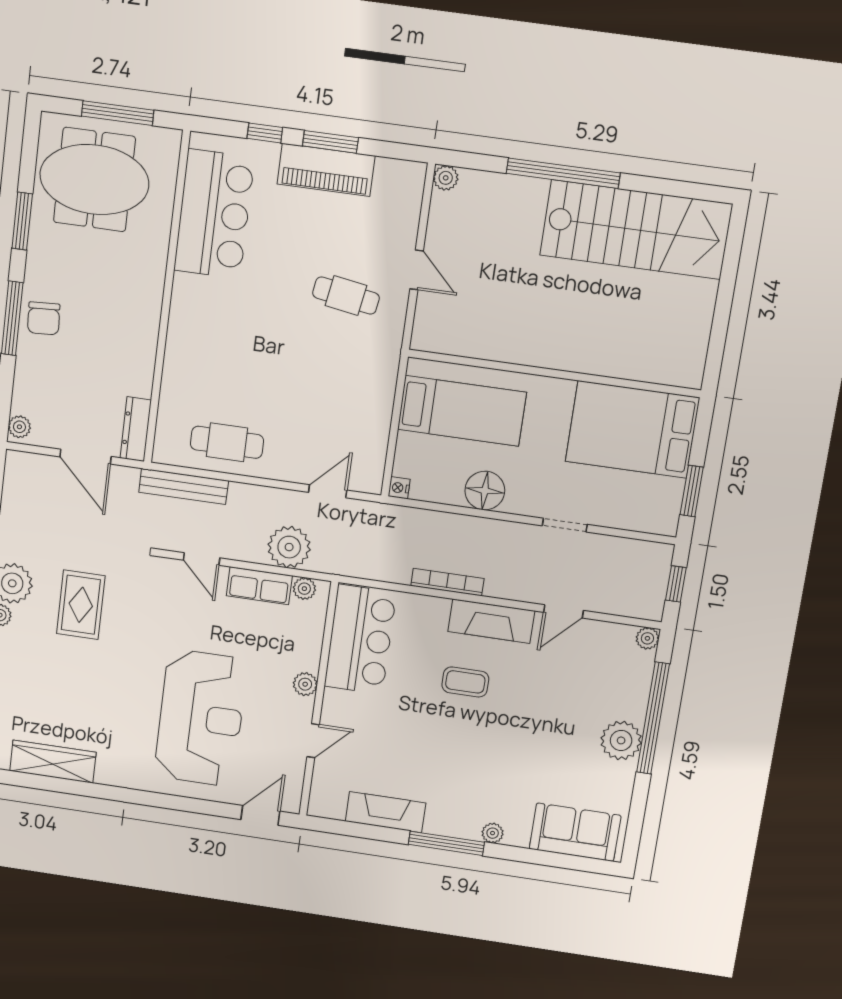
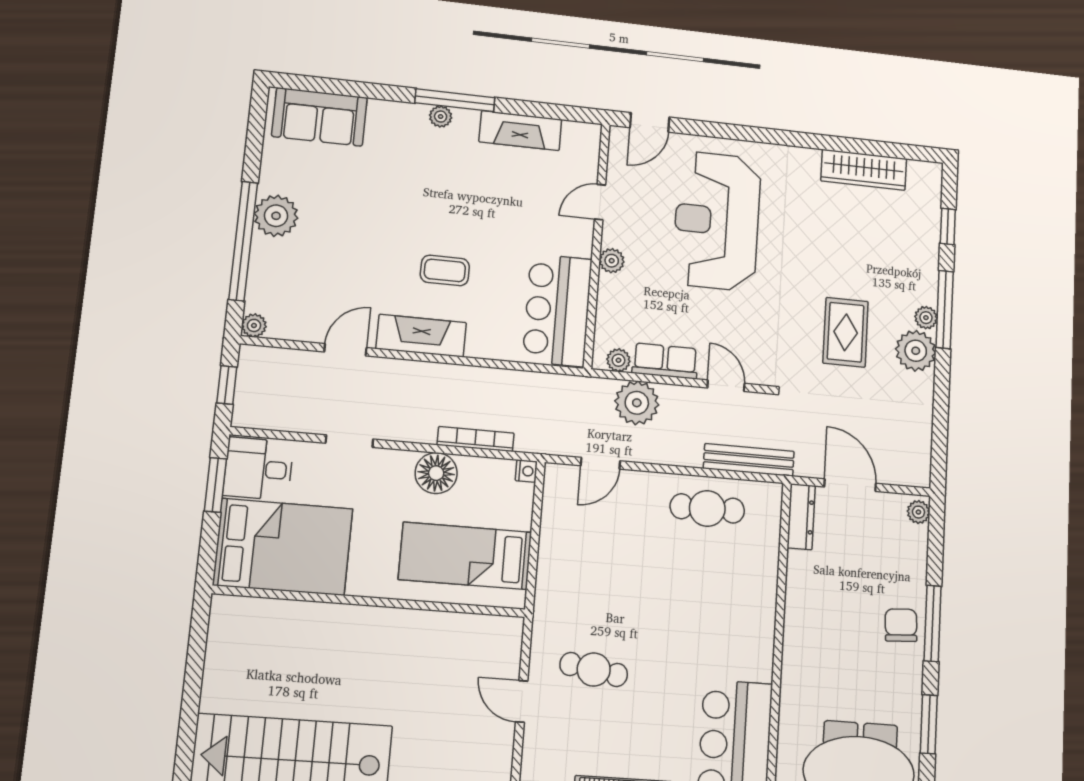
desk: (651, 504) -> (258, 469), added
bookcase: (447, 582) -> (476, 439), moved, turned 180
plant: (493, 833) -> (441, 117), moved

